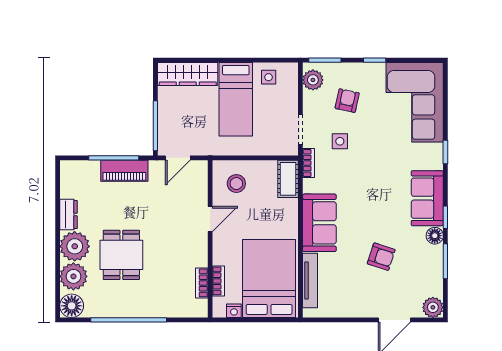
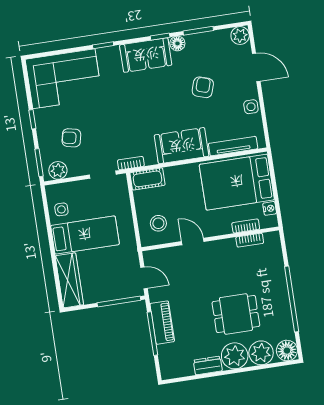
side table: (340, 141) -> (251, 107), moved

